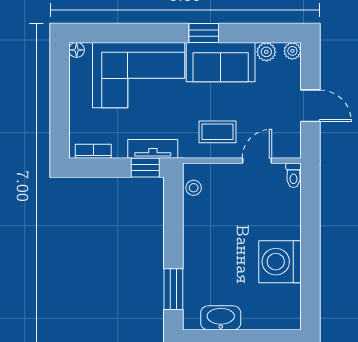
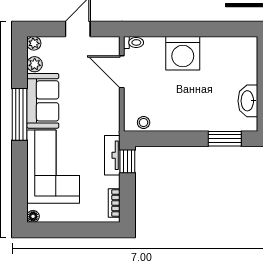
window: (204, 33) -> (19, 114), width x2.17
coffee table: (218, 132) -> (99, 103), removed
door: (257, 161) -> (122, 72), width x1.38
washing machine: (280, 262) -> (183, 53), moved

